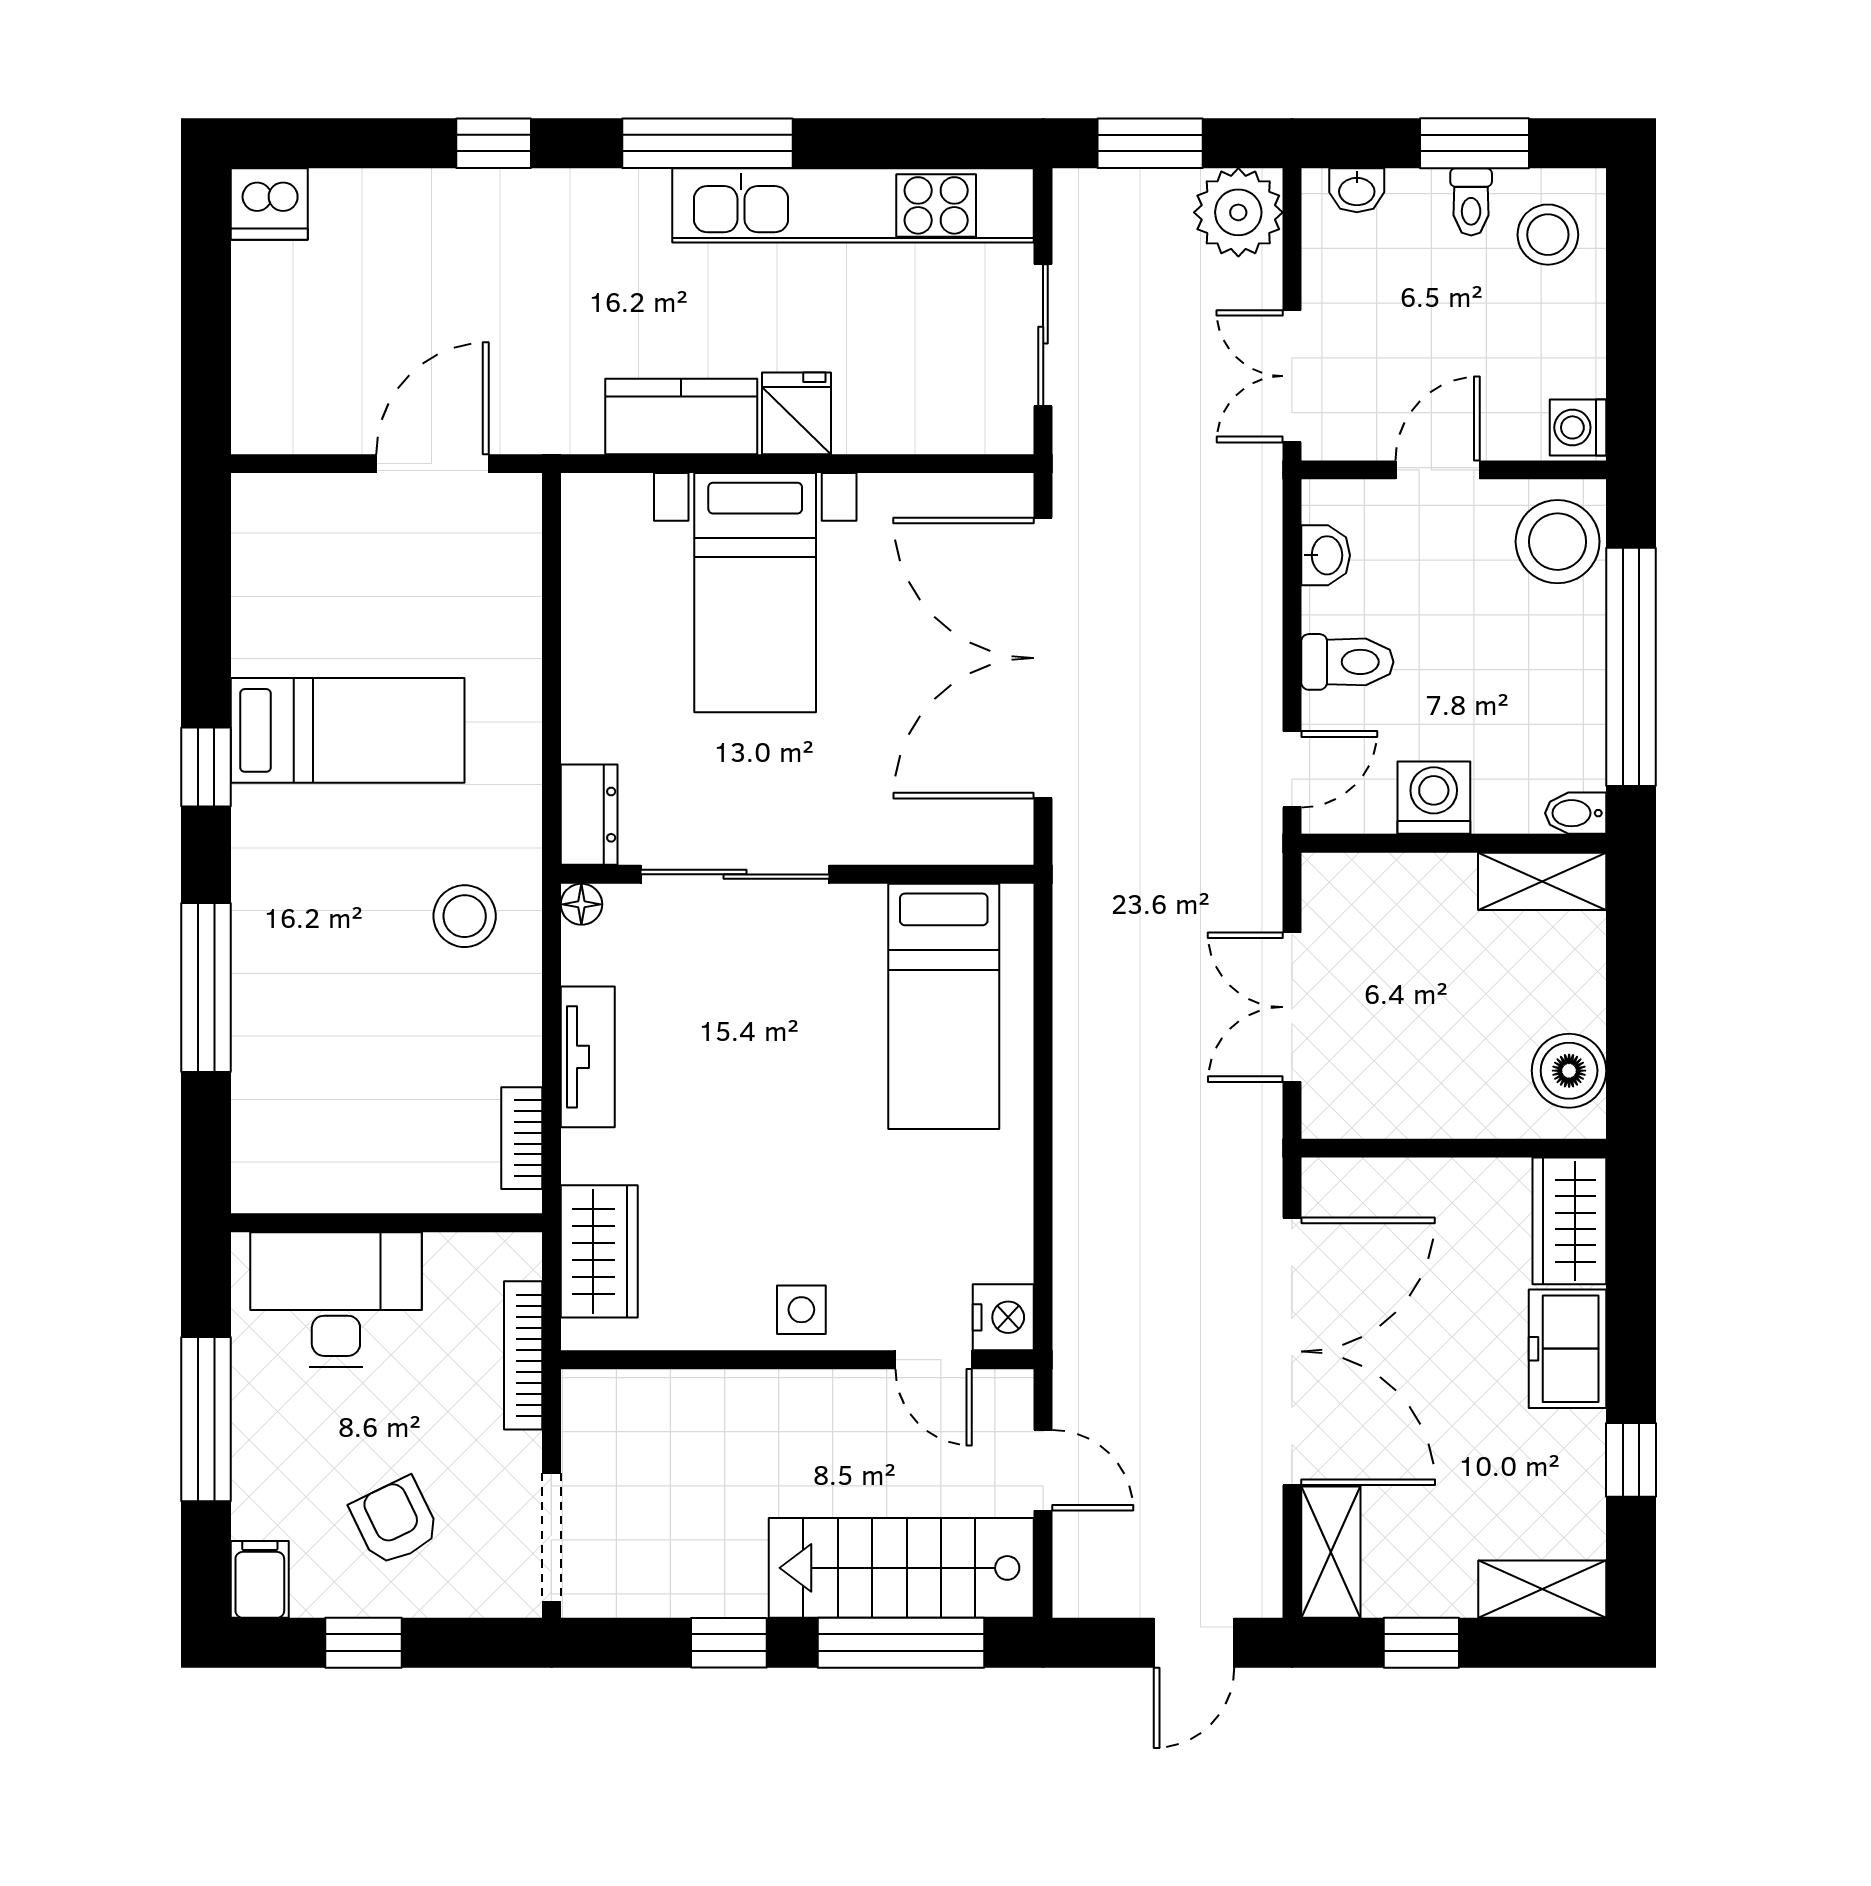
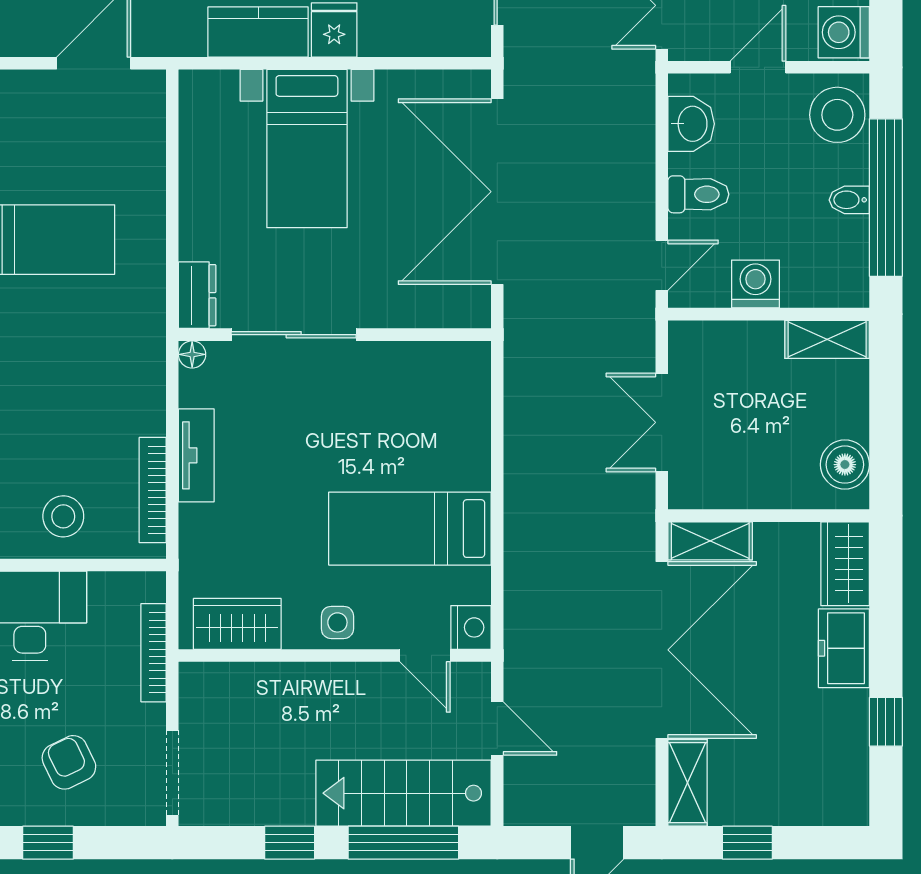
washing machine: (1578, 427) -> (844, 32), width x1.38, depth x1.38
washbasin: (1326, 555) -> (691, 124), width x1.38, depth x1.45
bidet: (1576, 813) -> (849, 200), moved
stool: (465, 916) -> (63, 516), moved
bed: (944, 1006) -> (410, 529), moved, turned 90
bookcase: (522, 1138) -> (153, 490), width x1.56
wardrobe: (599, 1251) -> (237, 624), moved, turned -90
shelving: (1542, 1589) -> (710, 541), moved

